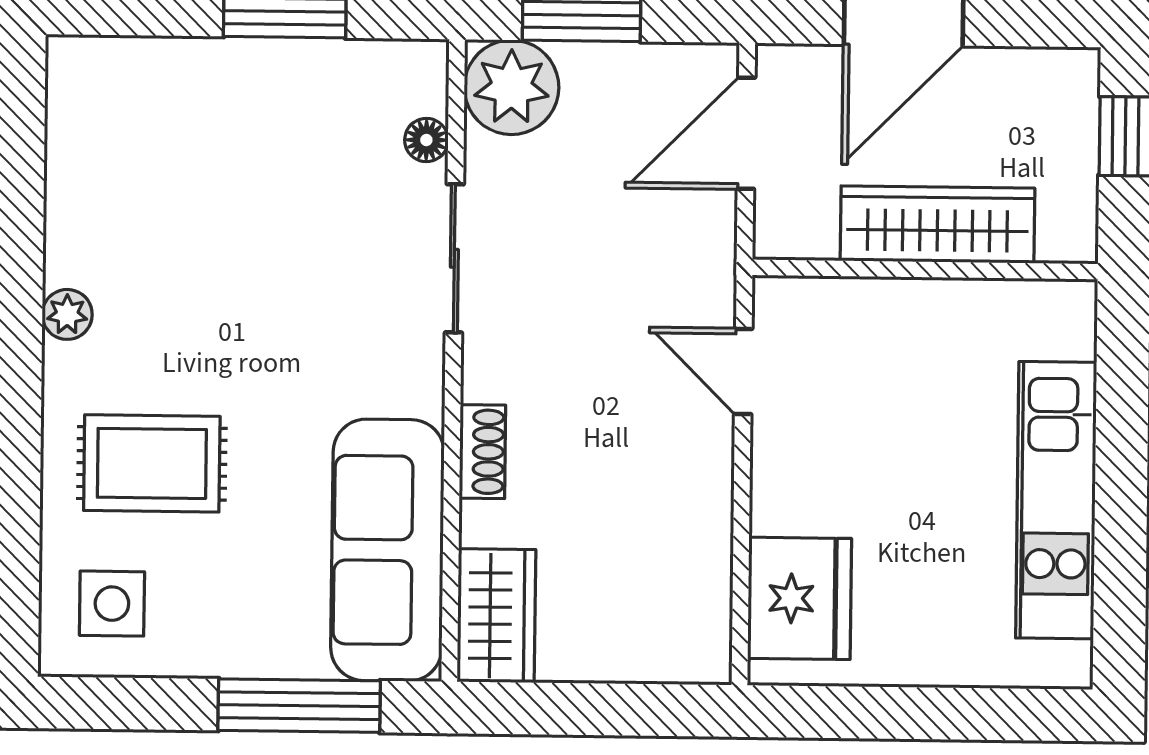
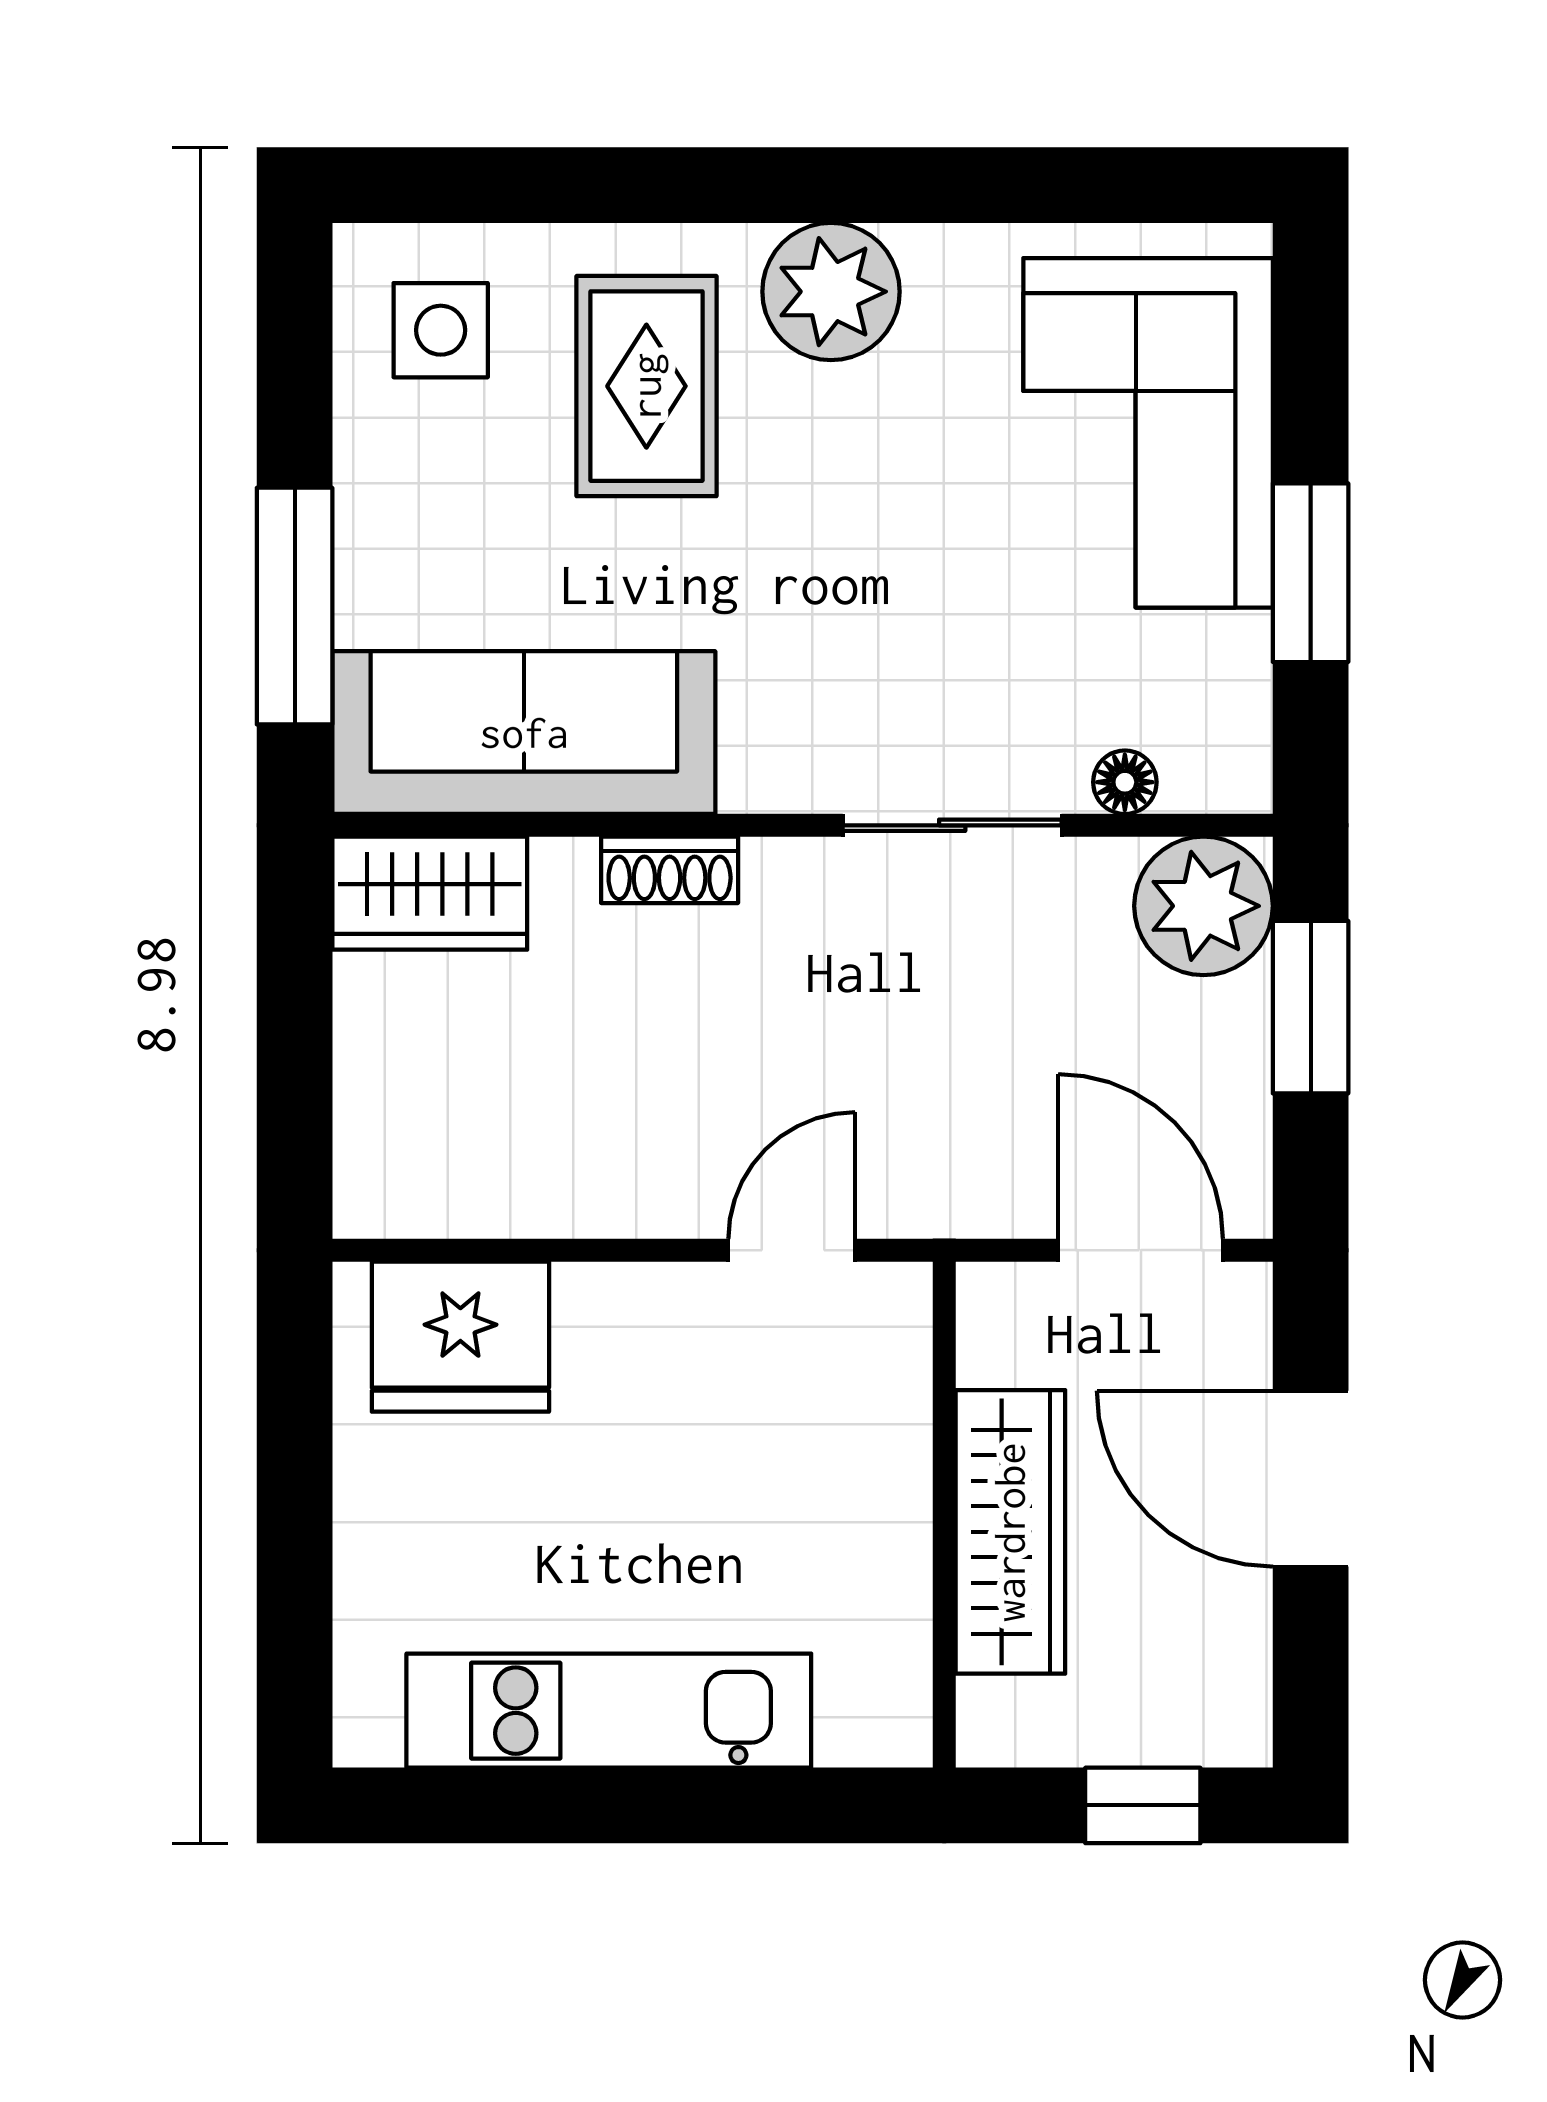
corner sofa: (188, 121) -> (1148, 433), added
plant: (67, 314) -> (831, 292), width x1.87, depth x1.87

